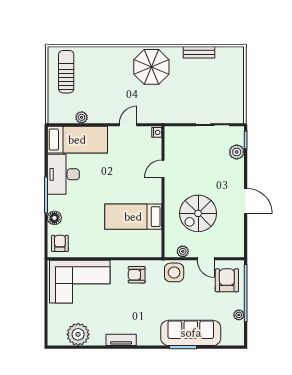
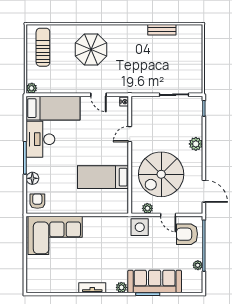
parasol: (151, 67) -> (91, 49), moved
plant: (82, 117) -> (32, 88), moved
door: (128, 125) -> (99, 95), swing flipped
plant: (237, 152) -> (196, 144), moved
door: (246, 201) -> (204, 191), moved
spiral stairs: (198, 213) -> (161, 174), width x1.37, depth x1.37
armchair: (137, 275) -> (106, 229), removed
armchair: (227, 280) -> (187, 234), turned -90
plant: (78, 334) -> (121, 287), moved, width x0.53, depth x0.53

